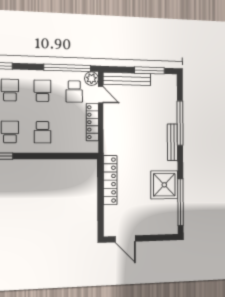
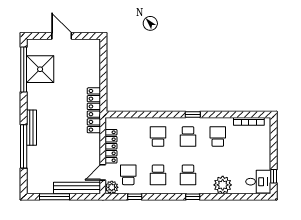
window: (67, 68) -> (135, 197), width x0.32
door: (101, 95) -> (103, 172), hinge flipped
locker: (110, 180) -> (94, 110), moved
shower: (164, 185) -> (40, 69), moved
door: (125, 239) -> (62, 36), moved

